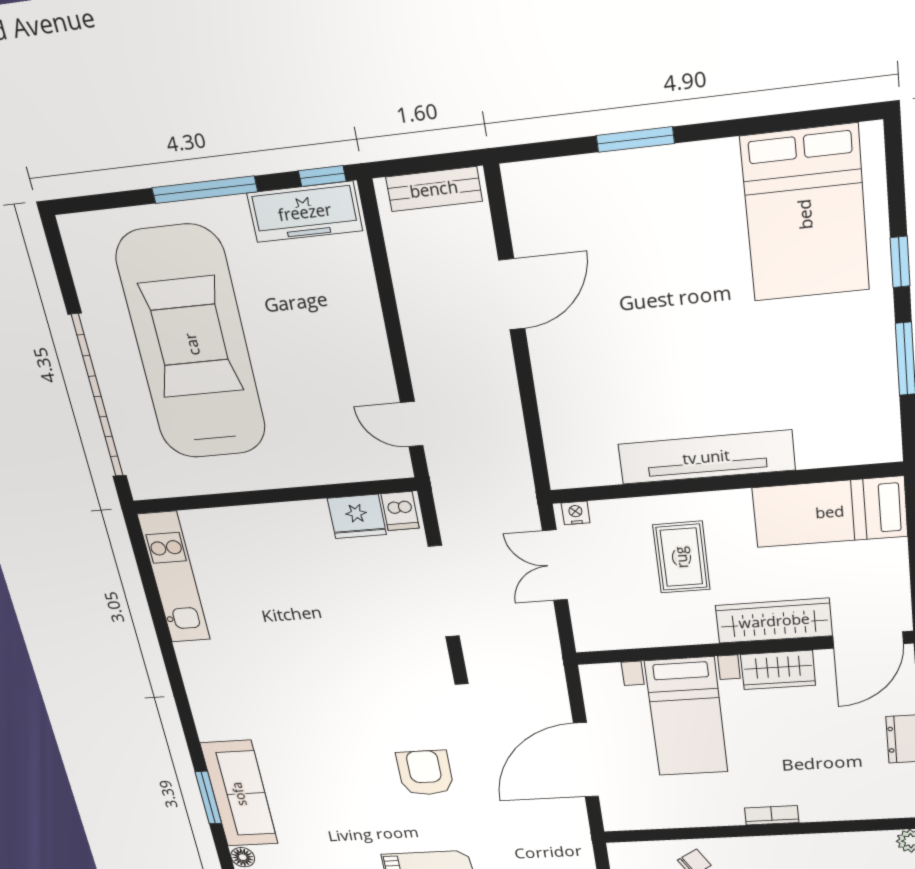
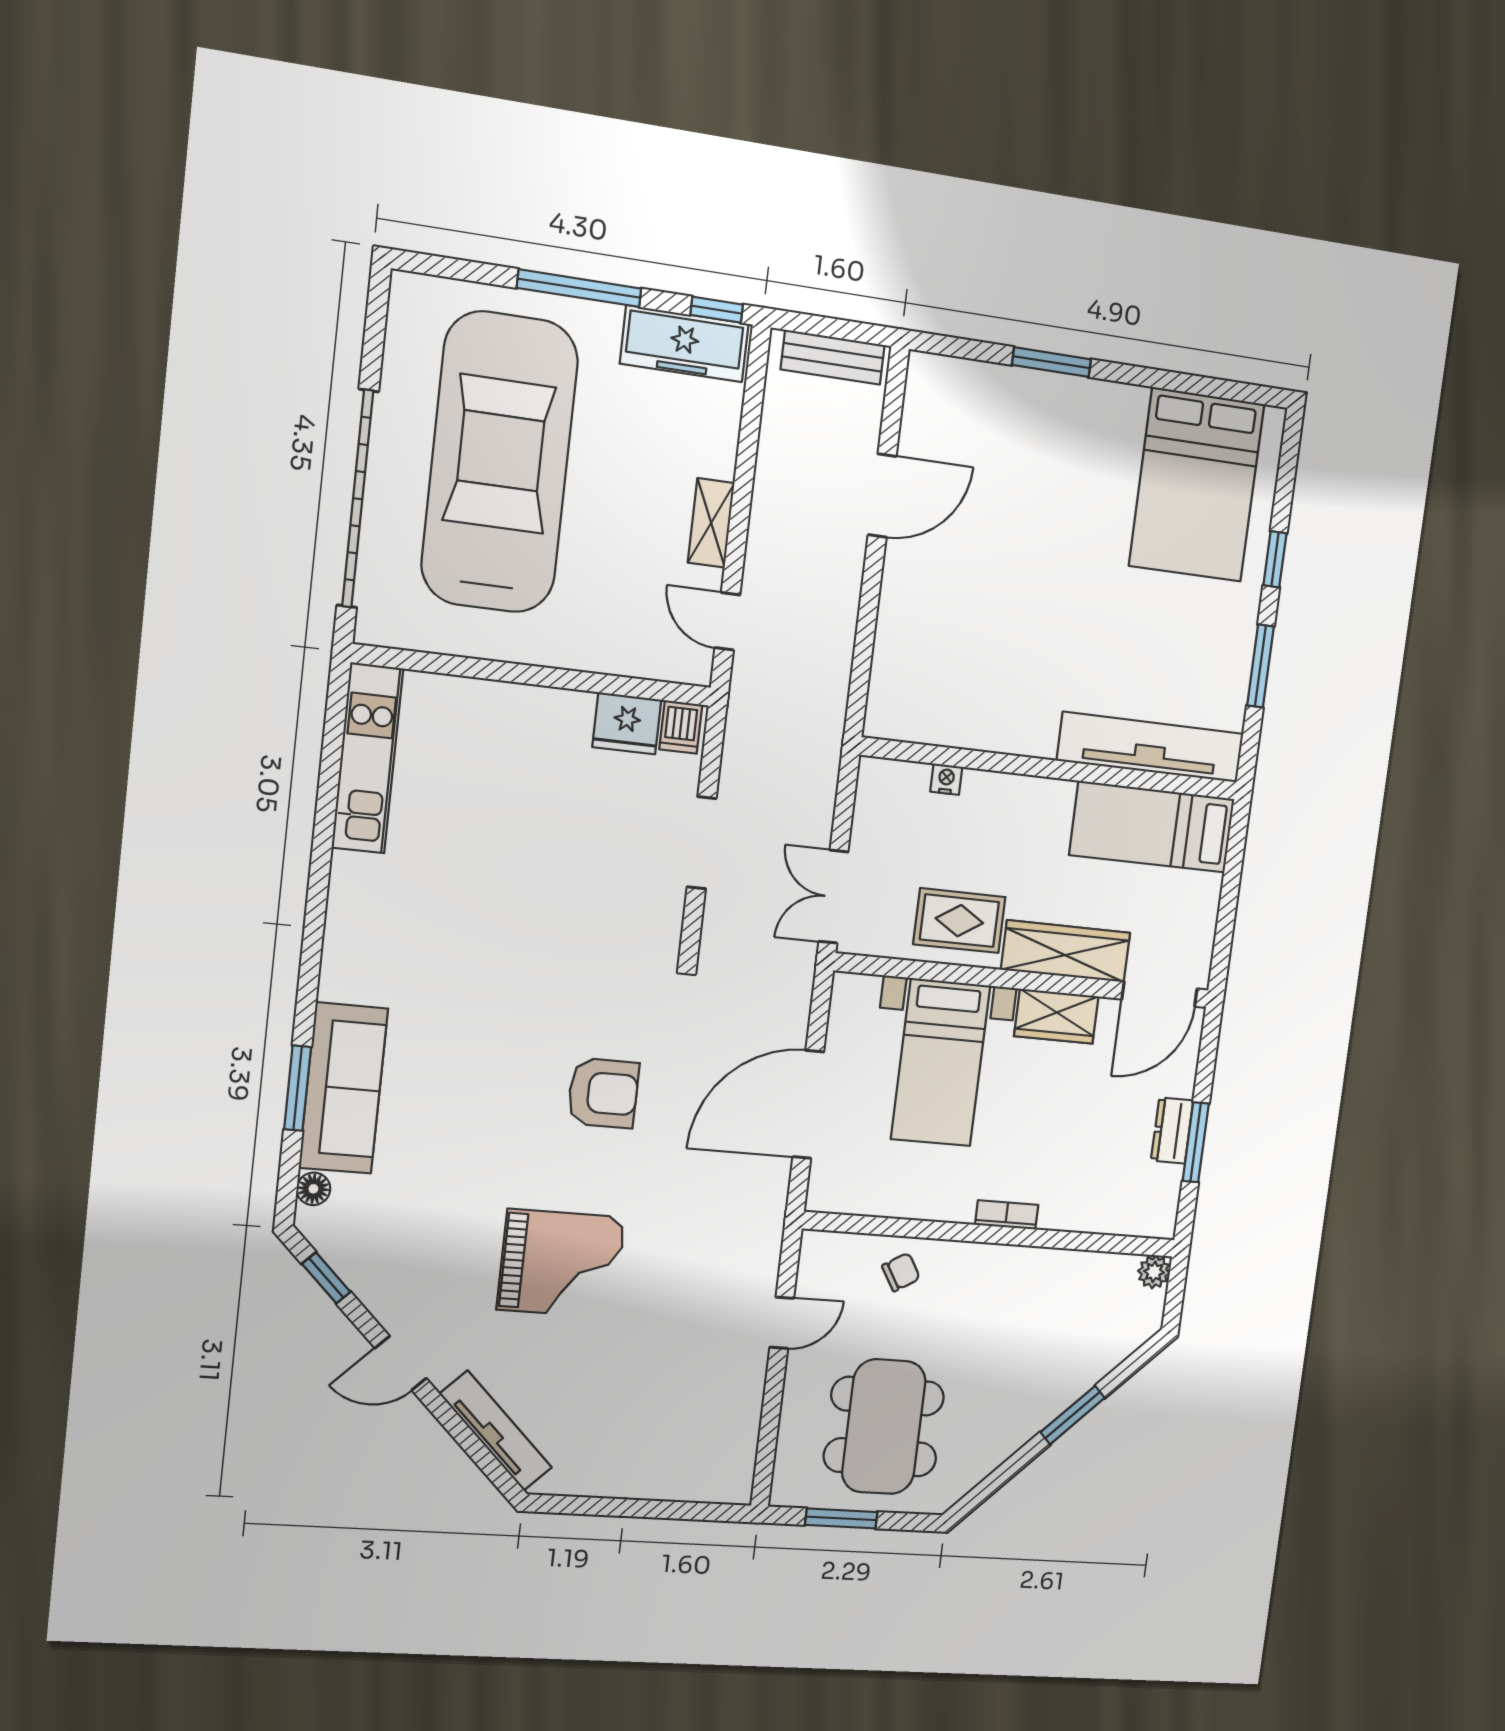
shelving: (374, 351) -> (711, 523), added
tv unit: (706, 457) -> (1150, 747), moved
nightstand: (576, 513) -> (946, 779), moved
rug: (681, 557) -> (959, 921), moved, turned 90
double door: (555, 565) -> (833, 897), moved
doorway: (444, 592) -> (702, 843), width x0.73
armchair: (425, 773) -> (603, 1093), turned 90

